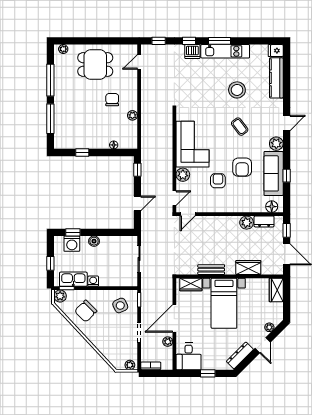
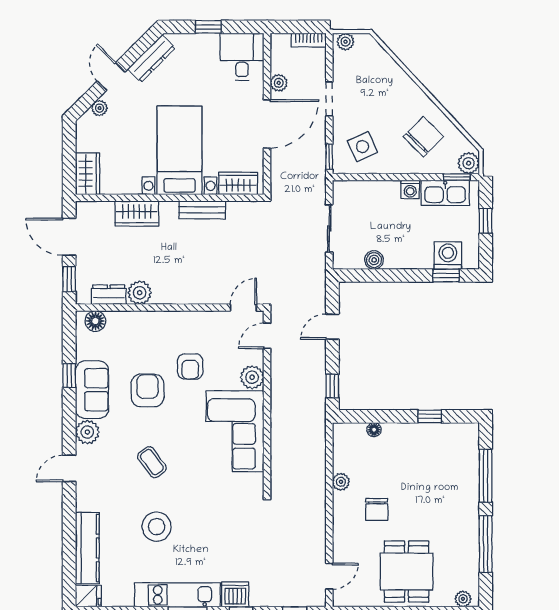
dining table: (95, 64) -> (407, 572), turned 90
sofa: (274, 173) -> (92, 390), width x0.73
boiler: (94, 241) -> (374, 260), moved

